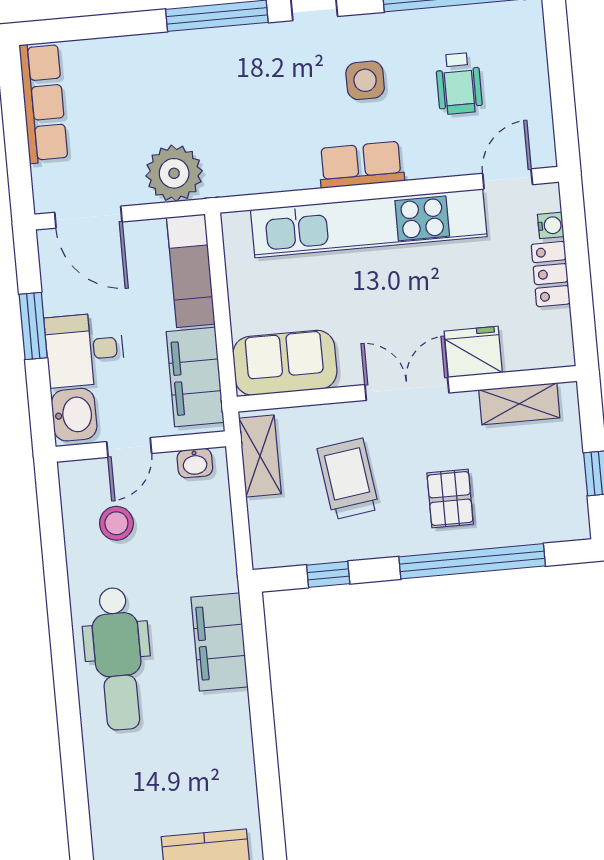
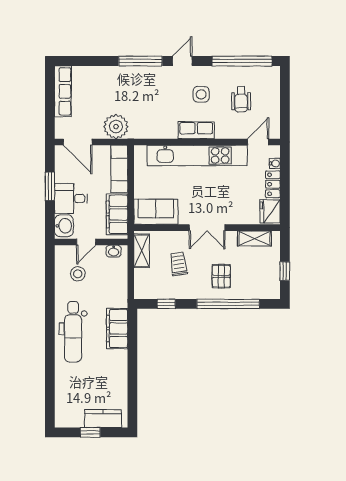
fridge: (473, 352) -> (270, 211), moved, turned -90
double door: (407, 389) -> (207, 228), swing flipped
trolley: (348, 479) -> (178, 264), width x0.73, depth x0.72

